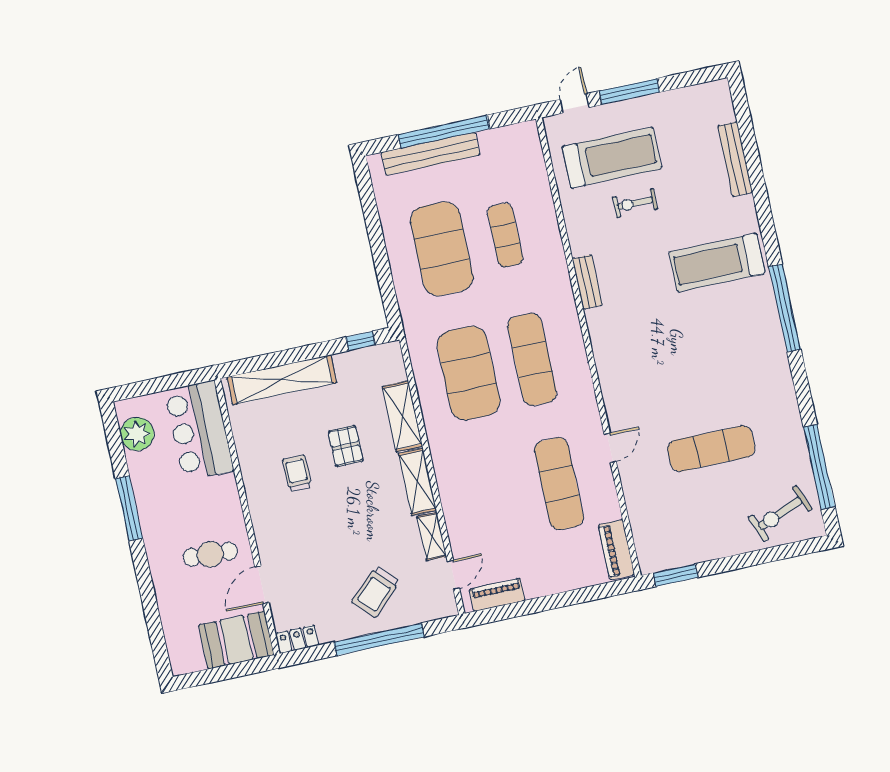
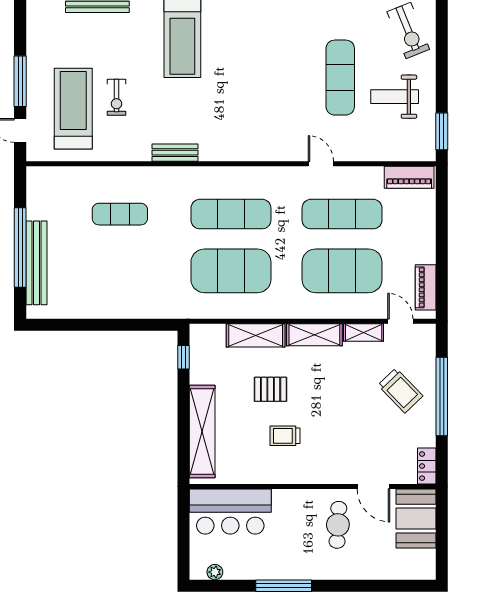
exercise mat: (442, 249) -> (342, 271), moved
plant: (137, 434) -> (215, 572), width x0.53, depth x0.53
weight bench: (703, 514) -> (395, 97), added

